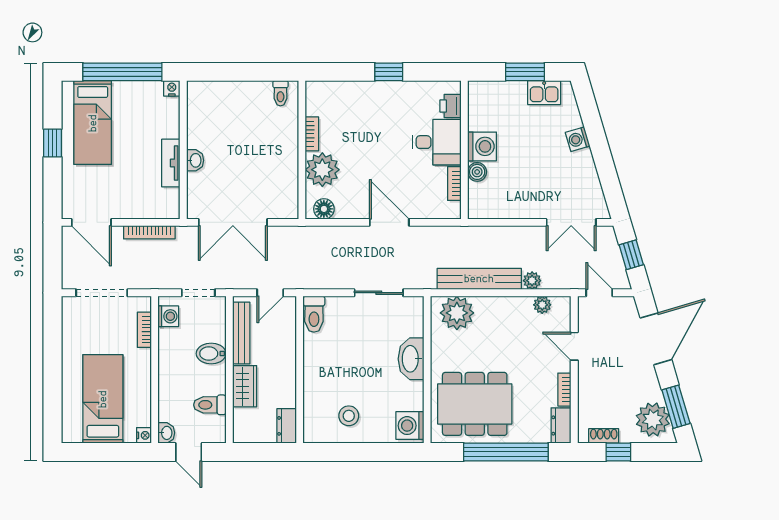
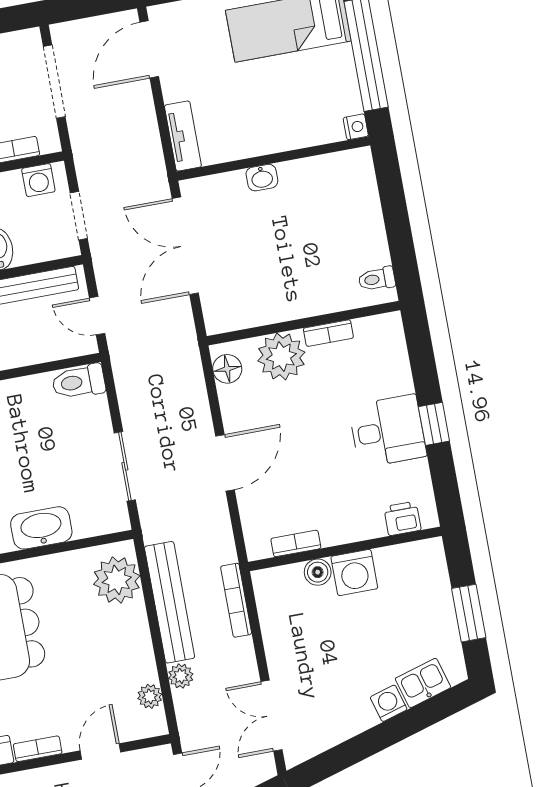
kitchen sink: (544, 93) -> (423, 683), moved, turned 74
desk: (437, 142) -> (388, 431), moved, turned -90
tv unit: (171, 163) -> (183, 136), moved, turned 90
bookcase: (149, 232) -> (236, 600), moved

